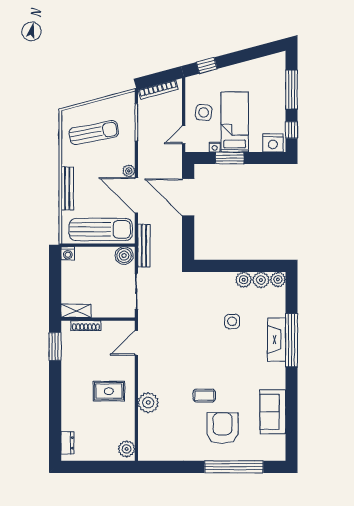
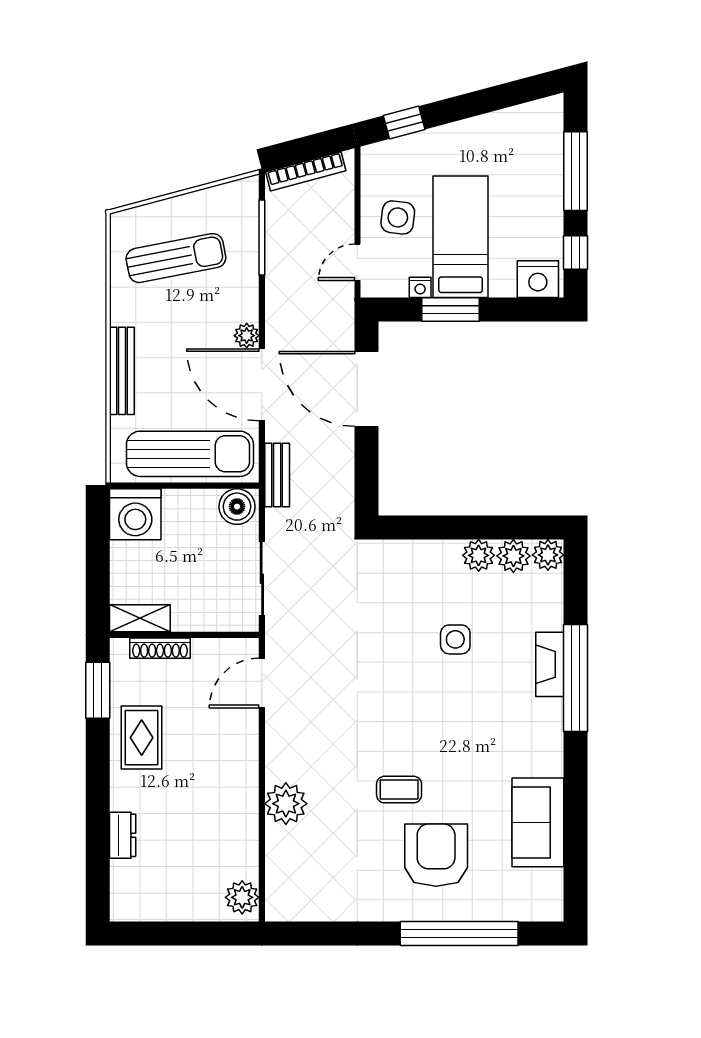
bench: (144, 246) -> (277, 475), width x0.73
washing machine: (68, 253) -> (135, 514), width x1.89, depth x1.89
fireplace: (277, 340) -> (550, 664), width x0.73, depth x0.76
rug: (109, 391) -> (142, 738), moved, turned 90
dresser: (67, 443) -> (123, 835), moved

